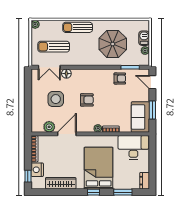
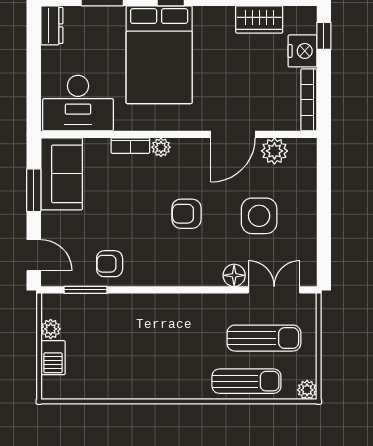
sun lounger: (78, 27) -> (246, 381), moved
parasol: (113, 44) -> (126, 344), removed
wardrobe: (61, 183) -> (259, 19), width x0.67

